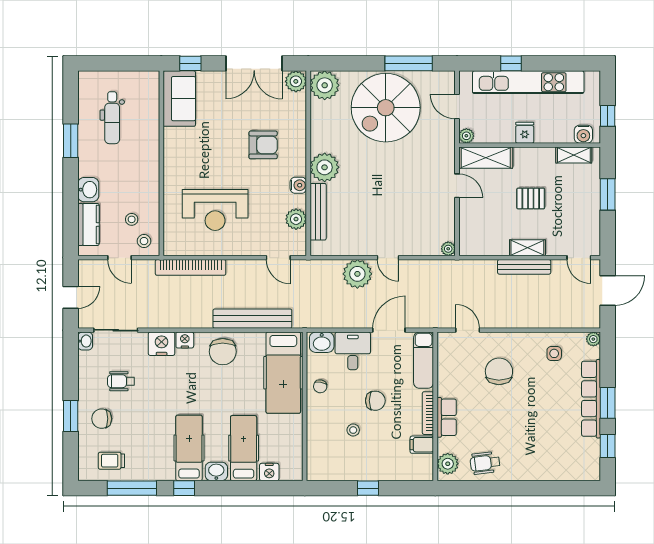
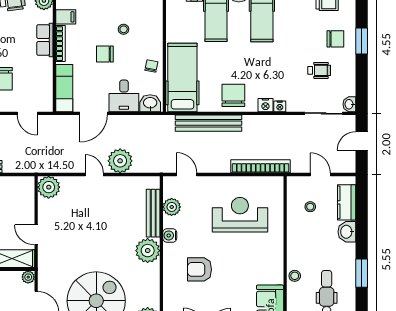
stool: (144, 241) -> (295, 276), moved
plant: (448, 249) -> (49, 187), width x1.88, depth x1.88
nightstand: (162, 344) -> (280, 106), width x0.53, depth x0.56

